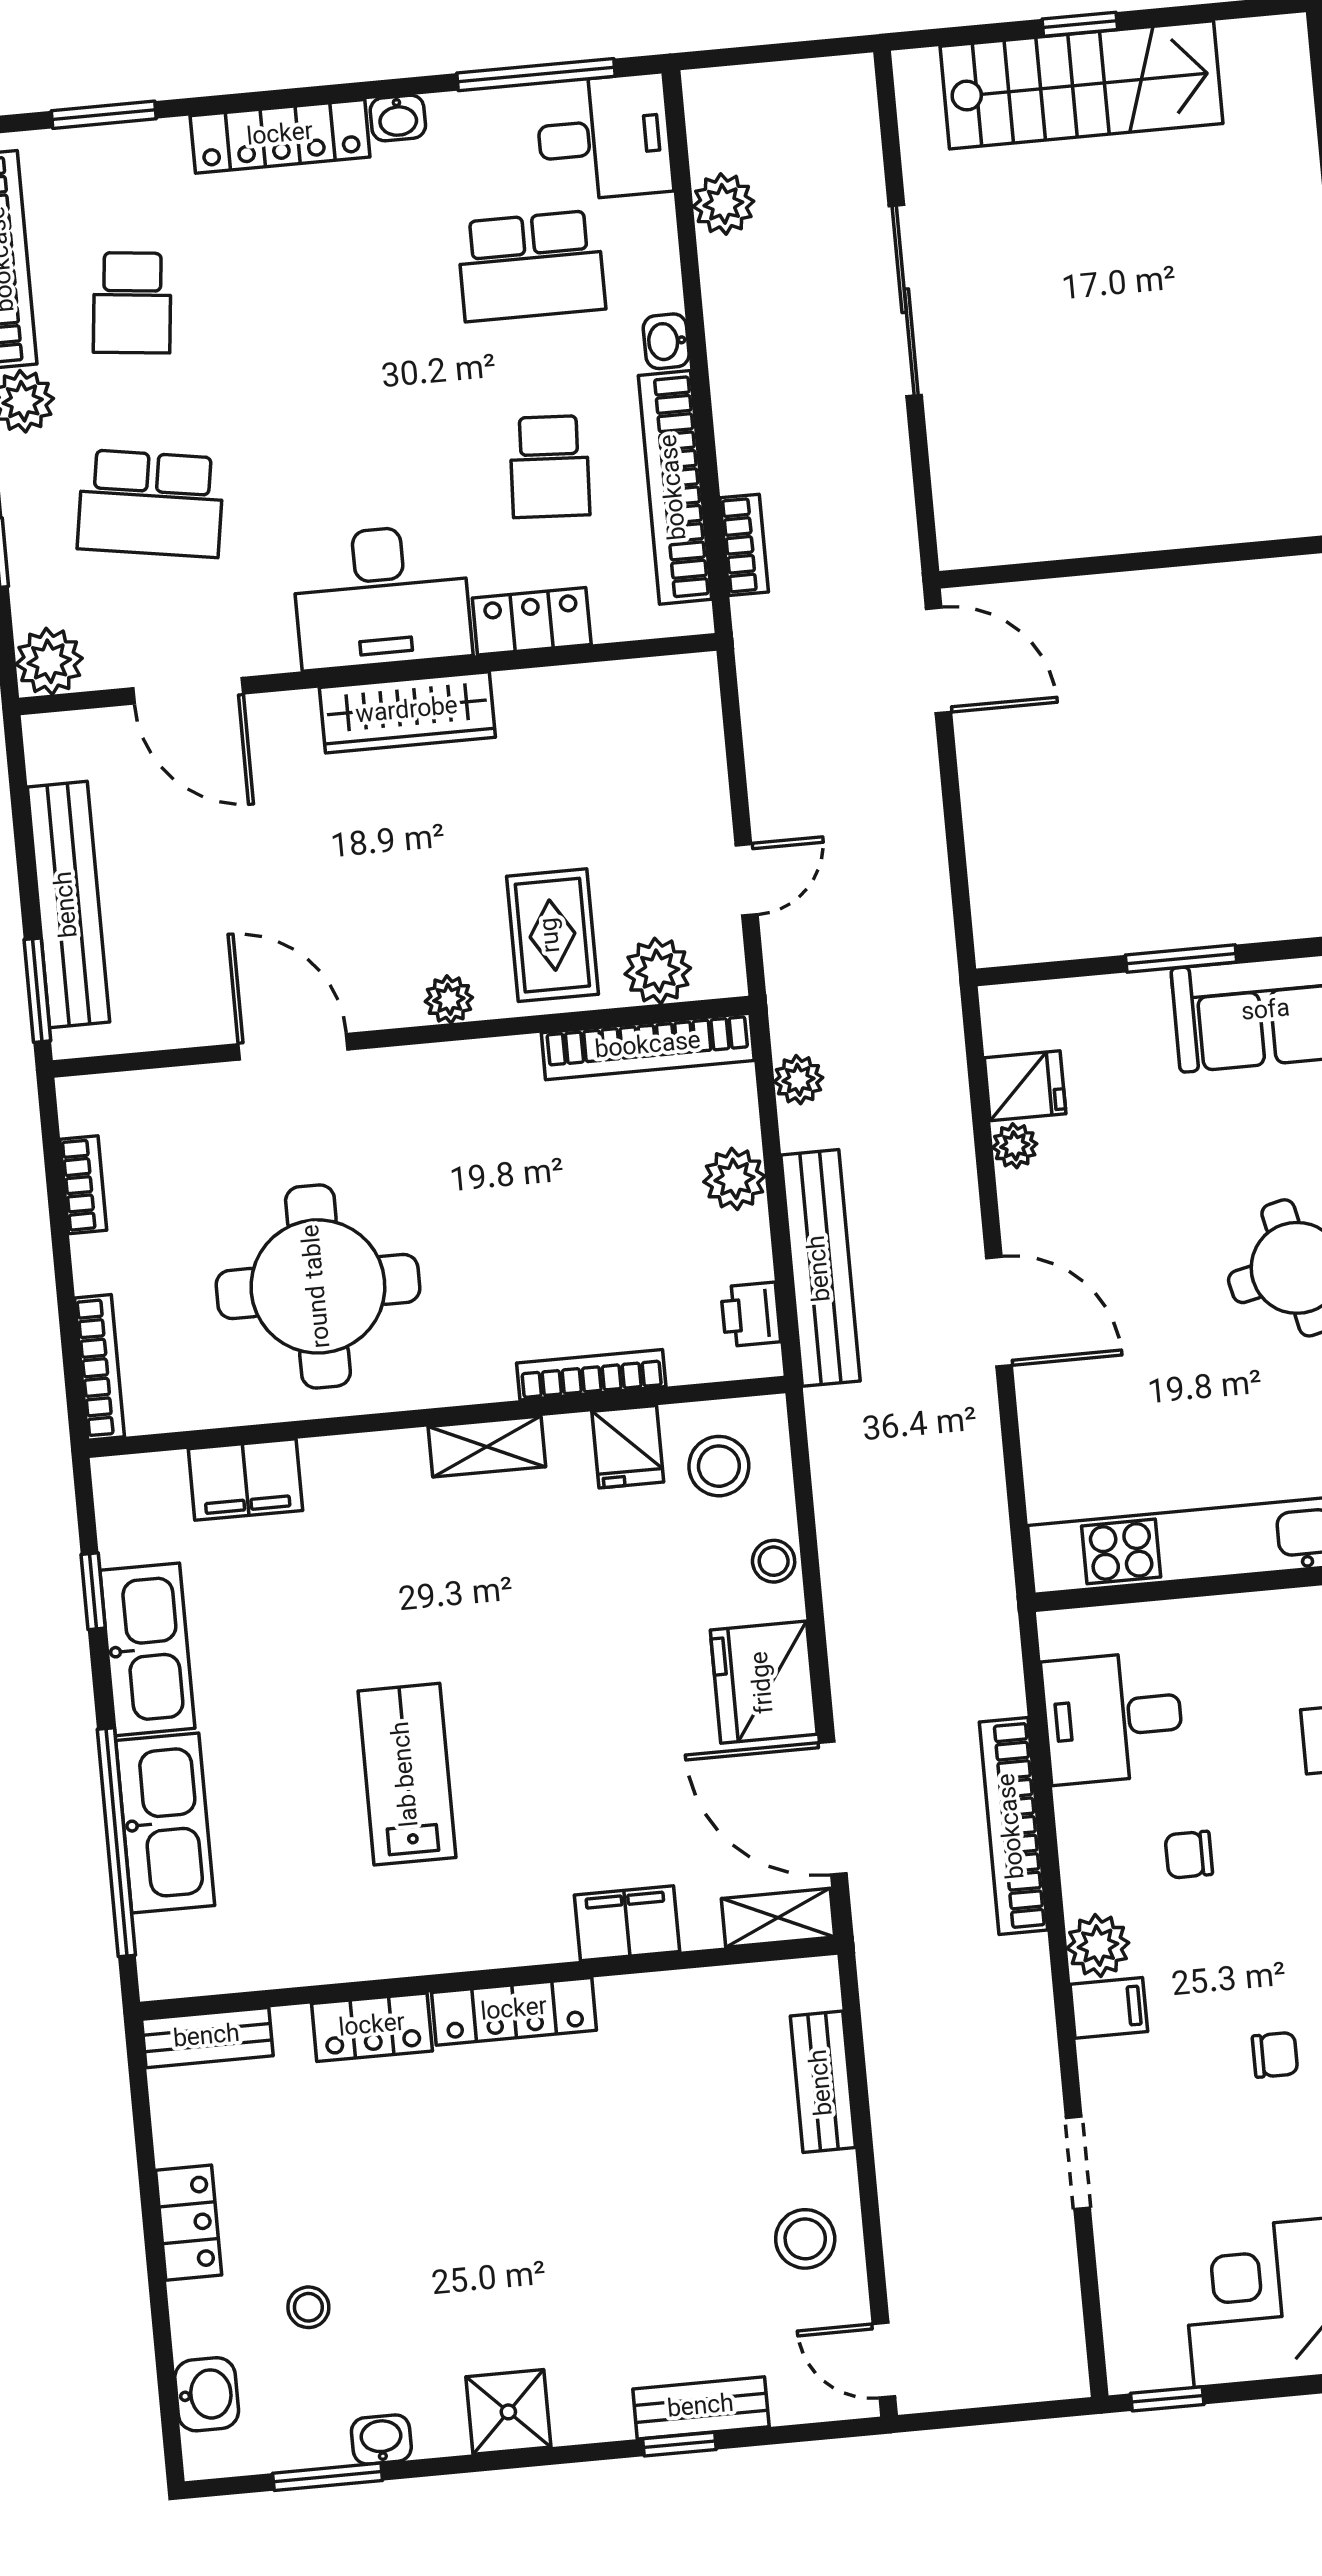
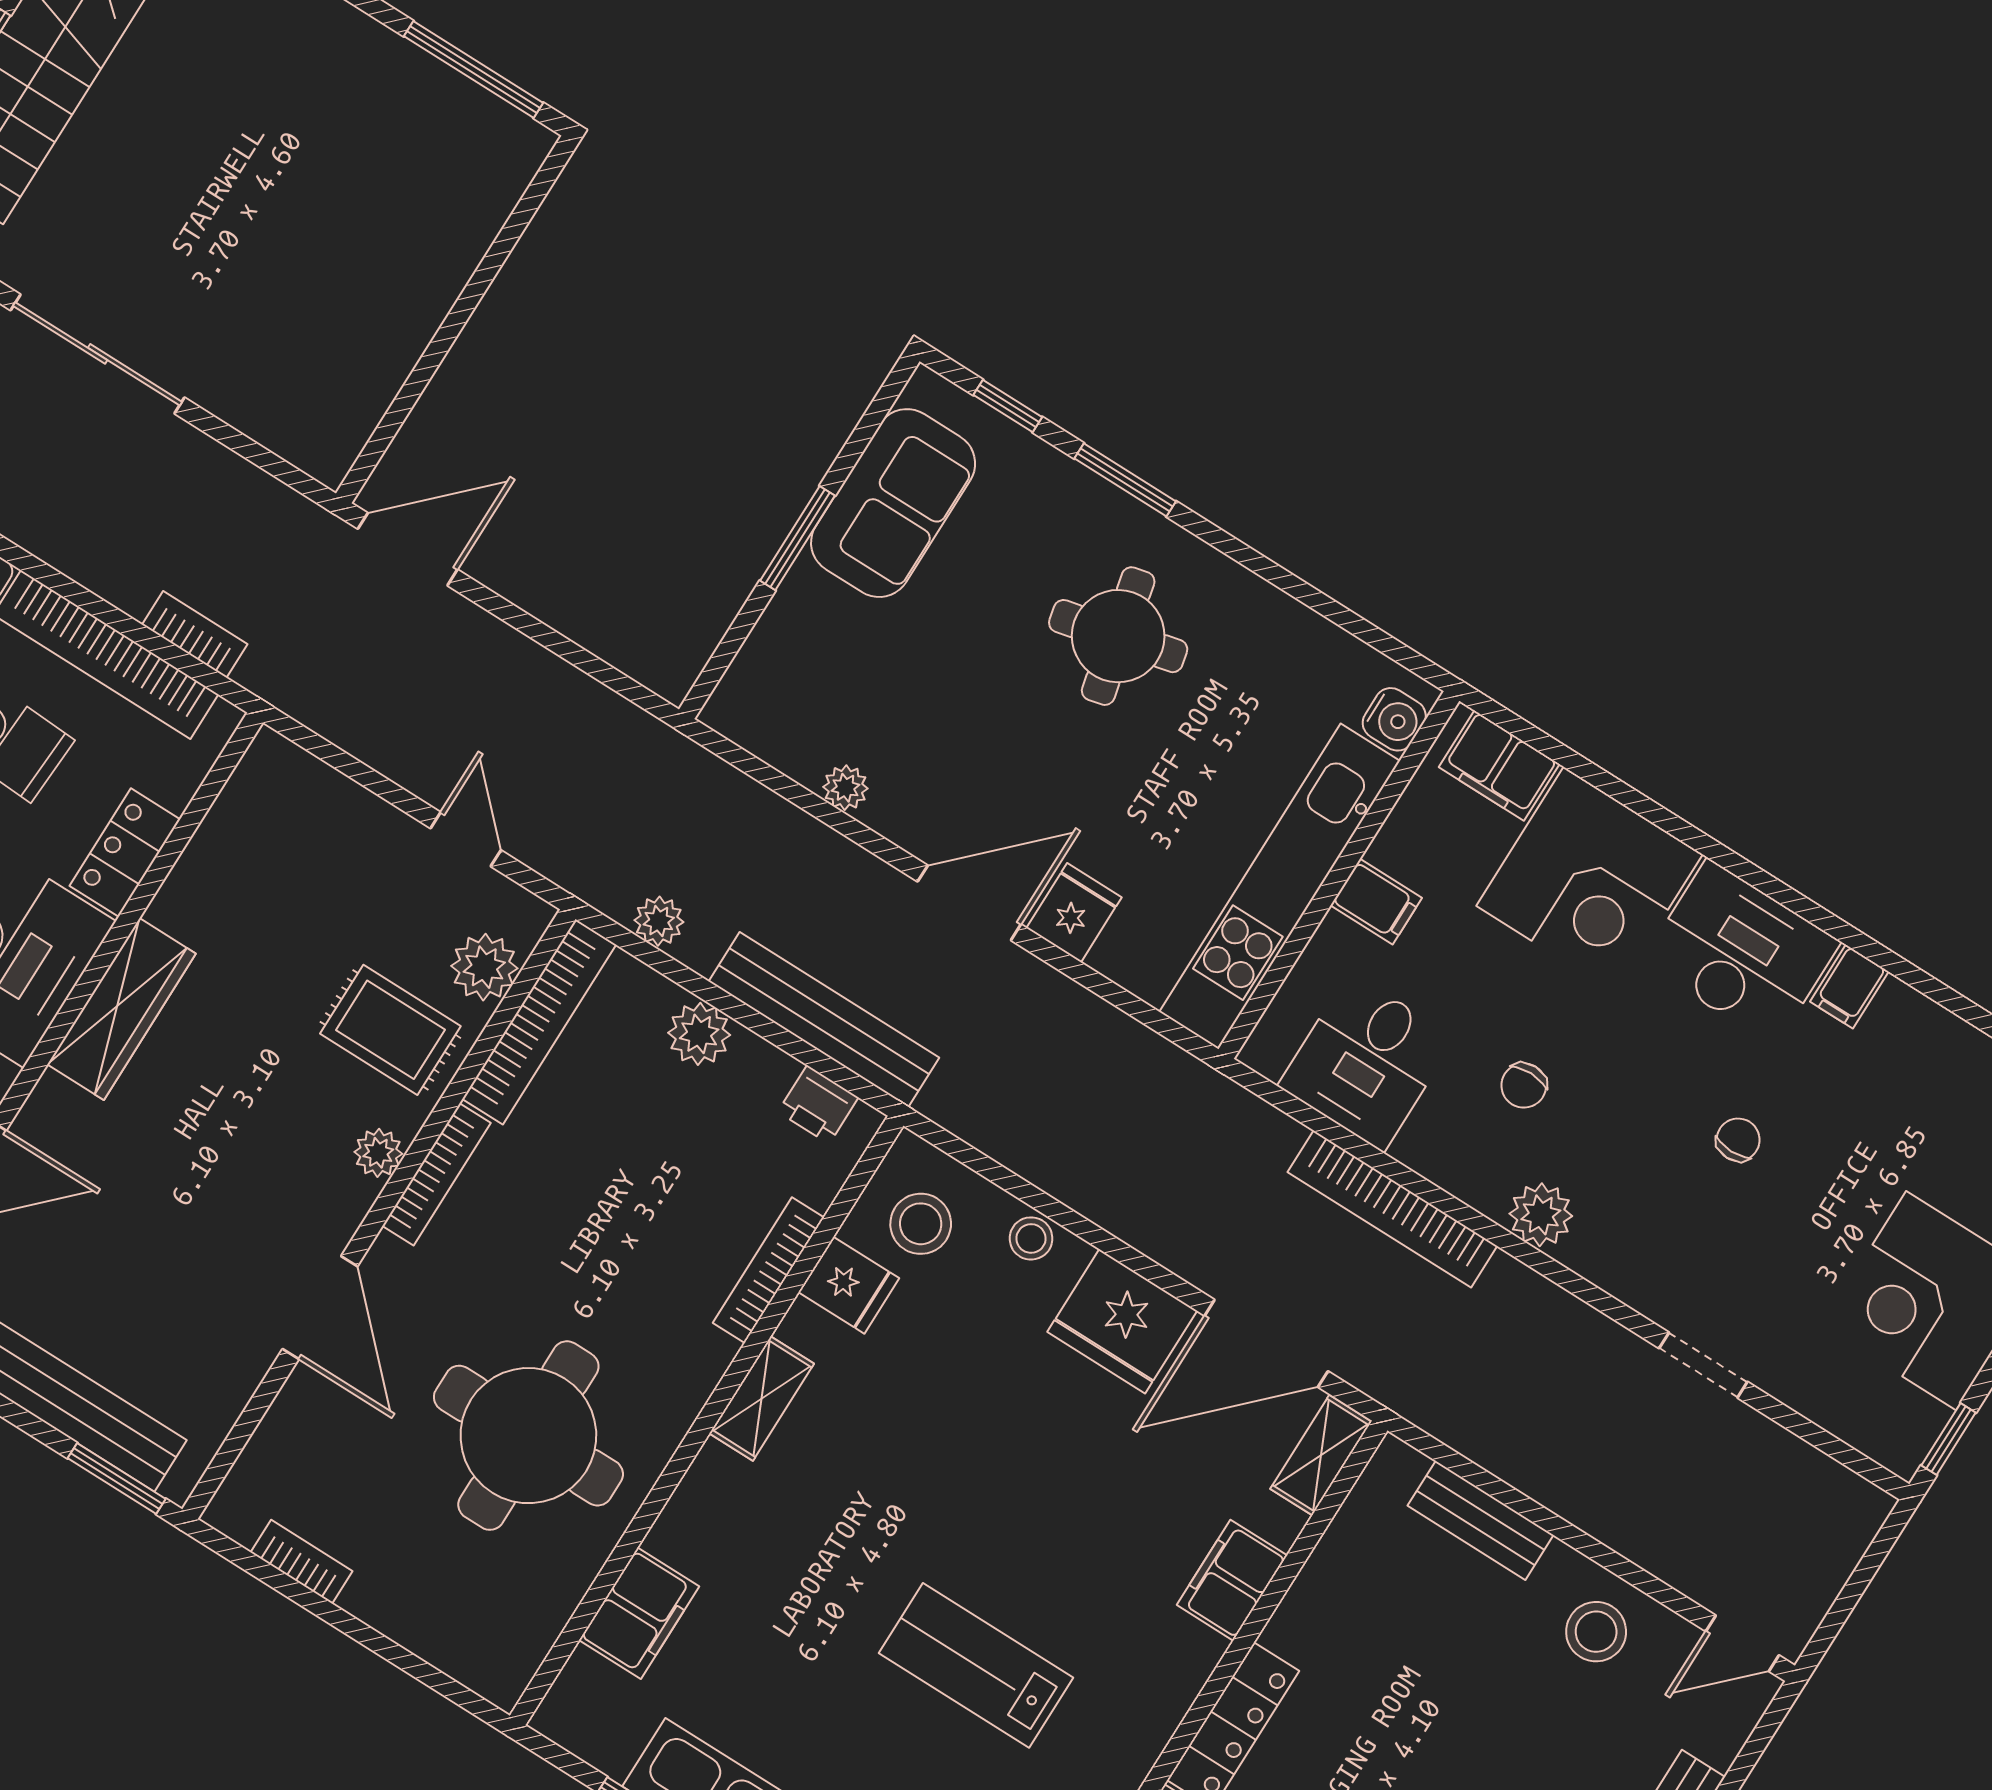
door: (293, 1047) -> (320, 1308), swing flipped
fridge: (1025, 1086) -> (1074, 913), moved
bookcase: (100, 1367) -> (436, 1174), moved, turned 90
filing cabinet: (1109, 2008) -> (1376, 902), moved, turned 90

